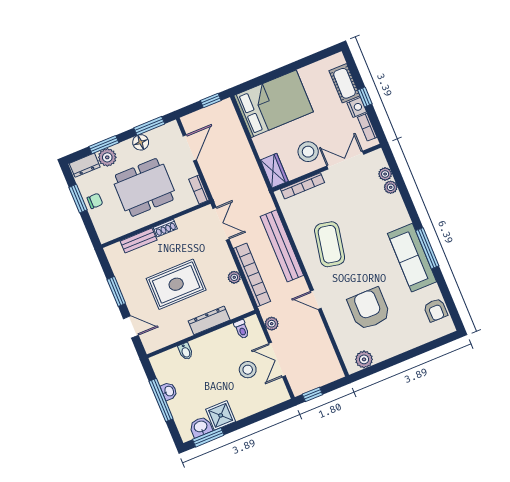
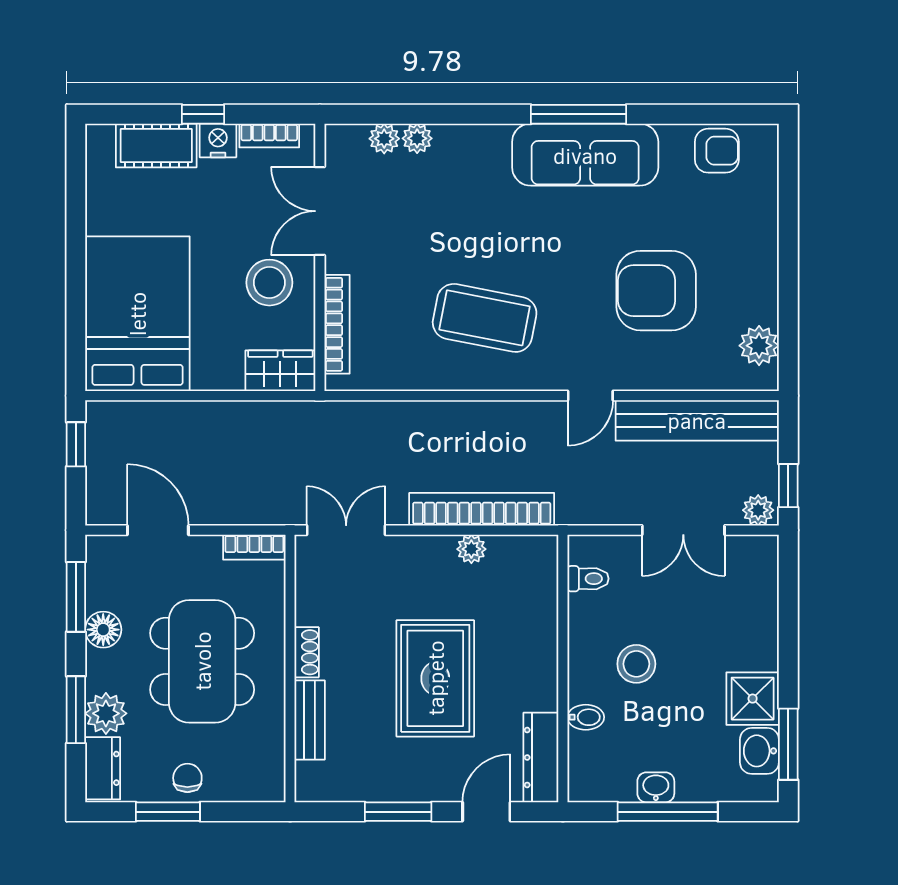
bench: (282, 246) -> (697, 420), moved
dresser: (209, 320) -> (541, 758), moved
plant: (272, 324) -> (758, 510), moved
stool: (248, 370) -> (636, 664), moved

